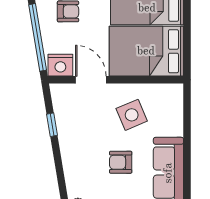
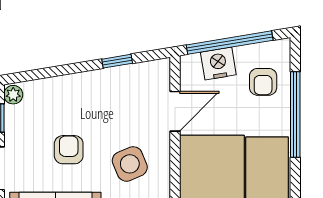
nightstand: (60, 65) -> (218, 64), moved, turned 81

